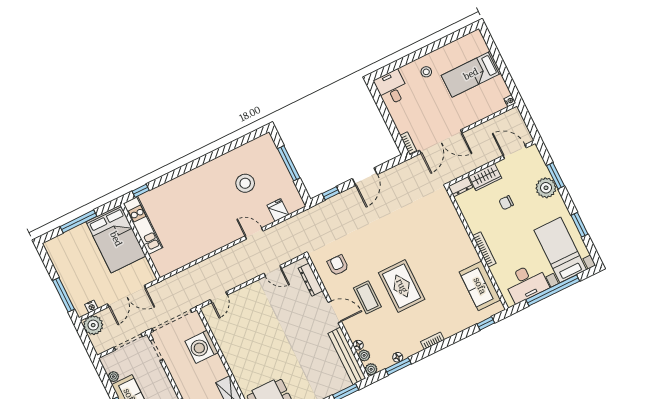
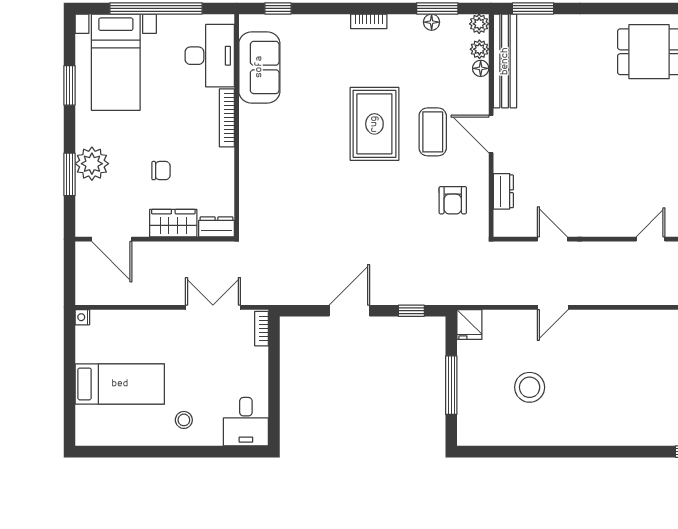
double door: (441, 142) -> (213, 307), width x0.73
fridge: (278, 210) -> (469, 324), moved
door: (254, 233) -> (553, 307), hinge flipped
dresser: (310, 280) -> (503, 191), width x0.70
desk: (526, 283) -> (210, 56), moved, turned 90

